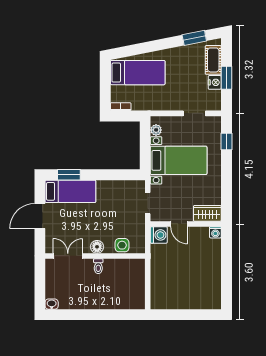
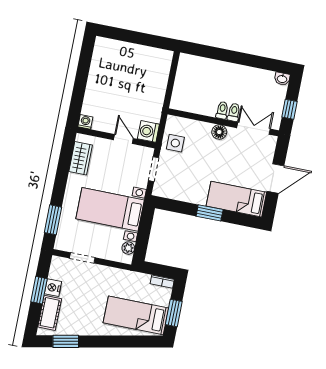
window: (105, 81) -> (174, 313), added
window: (226, 141) -> (53, 220), width x1.50
window: (69, 175) -> (210, 213), moved
wardrobe: (207, 213) -> (81, 158), moved, turned -90
side table: (122, 245) -> (175, 143), moved
double door: (68, 256) -> (254, 128), swing flipped
toilet: (88, 266) -> (234, 112), added
window: (40, 279) -> (289, 109), added

